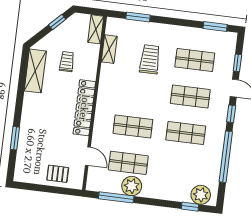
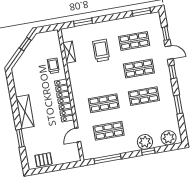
shelving: (96, 29) -> (55, 41), removed
trolley: (67, 62) -> (53, 66), moved
shelving: (35, 71) -> (25, 112), moved
door: (88, 156) -> (78, 135), swing flipped
window: (226, 157) -> (178, 104), width x0.47
pallet: (58, 174) -> (43, 160), moved
plant: (132, 186) -> (145, 142), moved
window: (190, 207) -> (148, 152), moved

